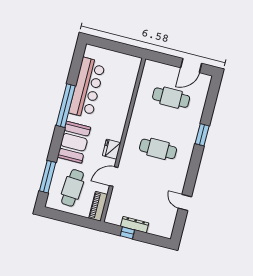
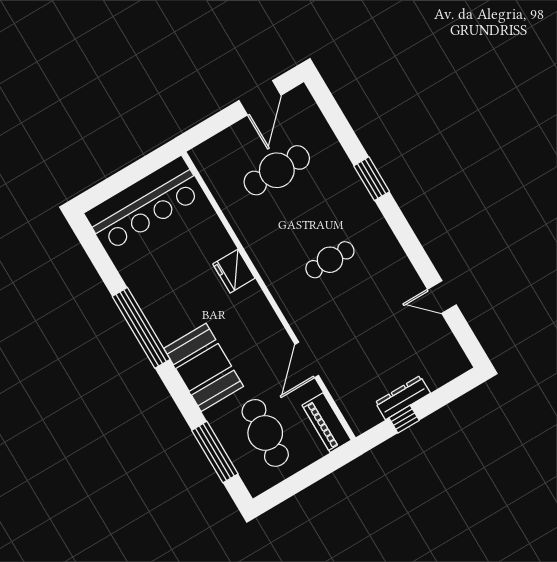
bar counter: (87, 88) -> (144, 204), moved, turned 90
fridge: (112, 149) -> (234, 271), moved
cafe table: (158, 149) -> (330, 260), width x0.73, depth x0.74

